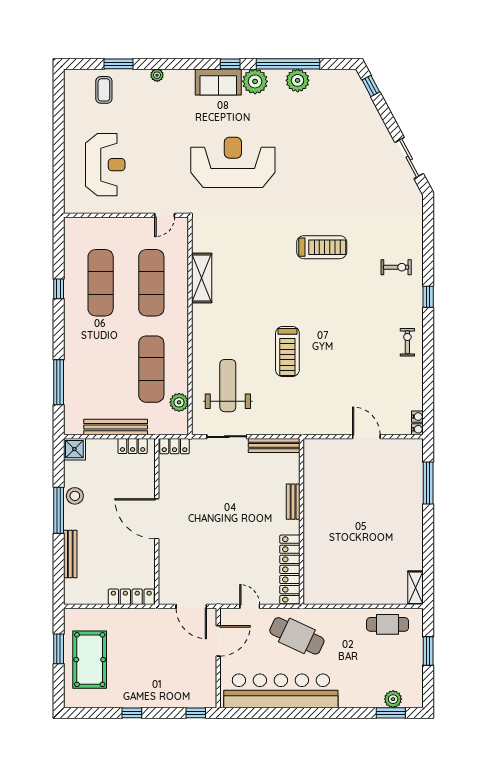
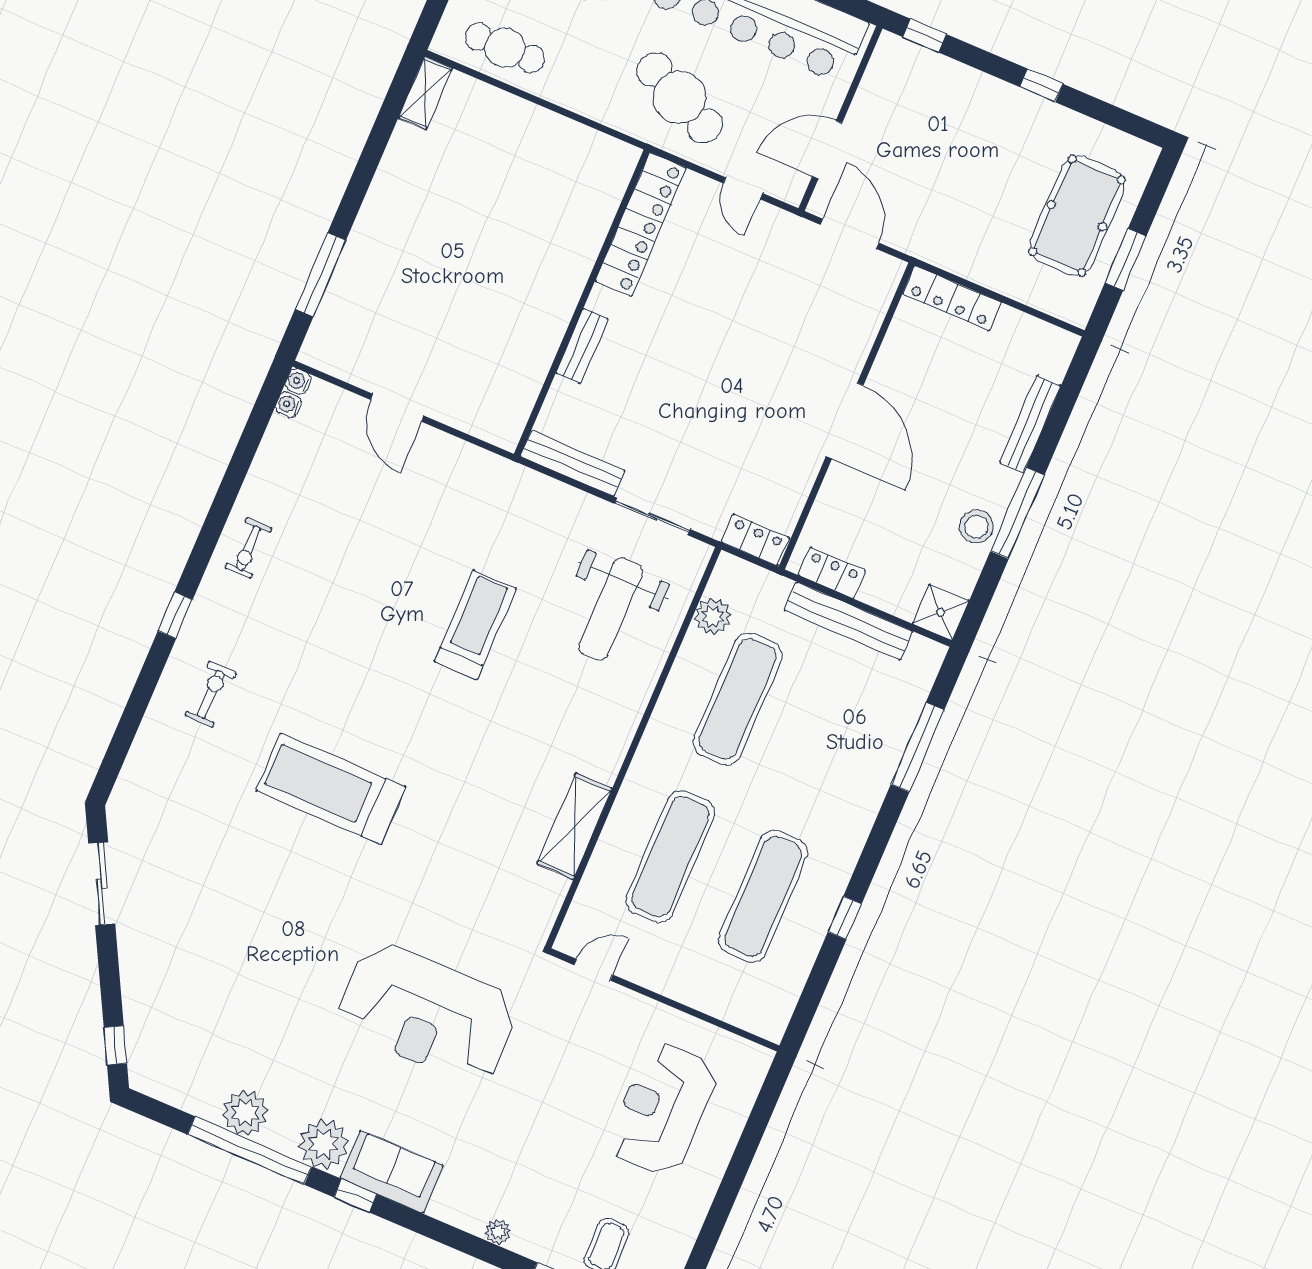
treadmill: (322, 247) -> (331, 789), width x1.37, depth x1.38
exercise bike: (396, 267) -> (211, 694), turned 91

